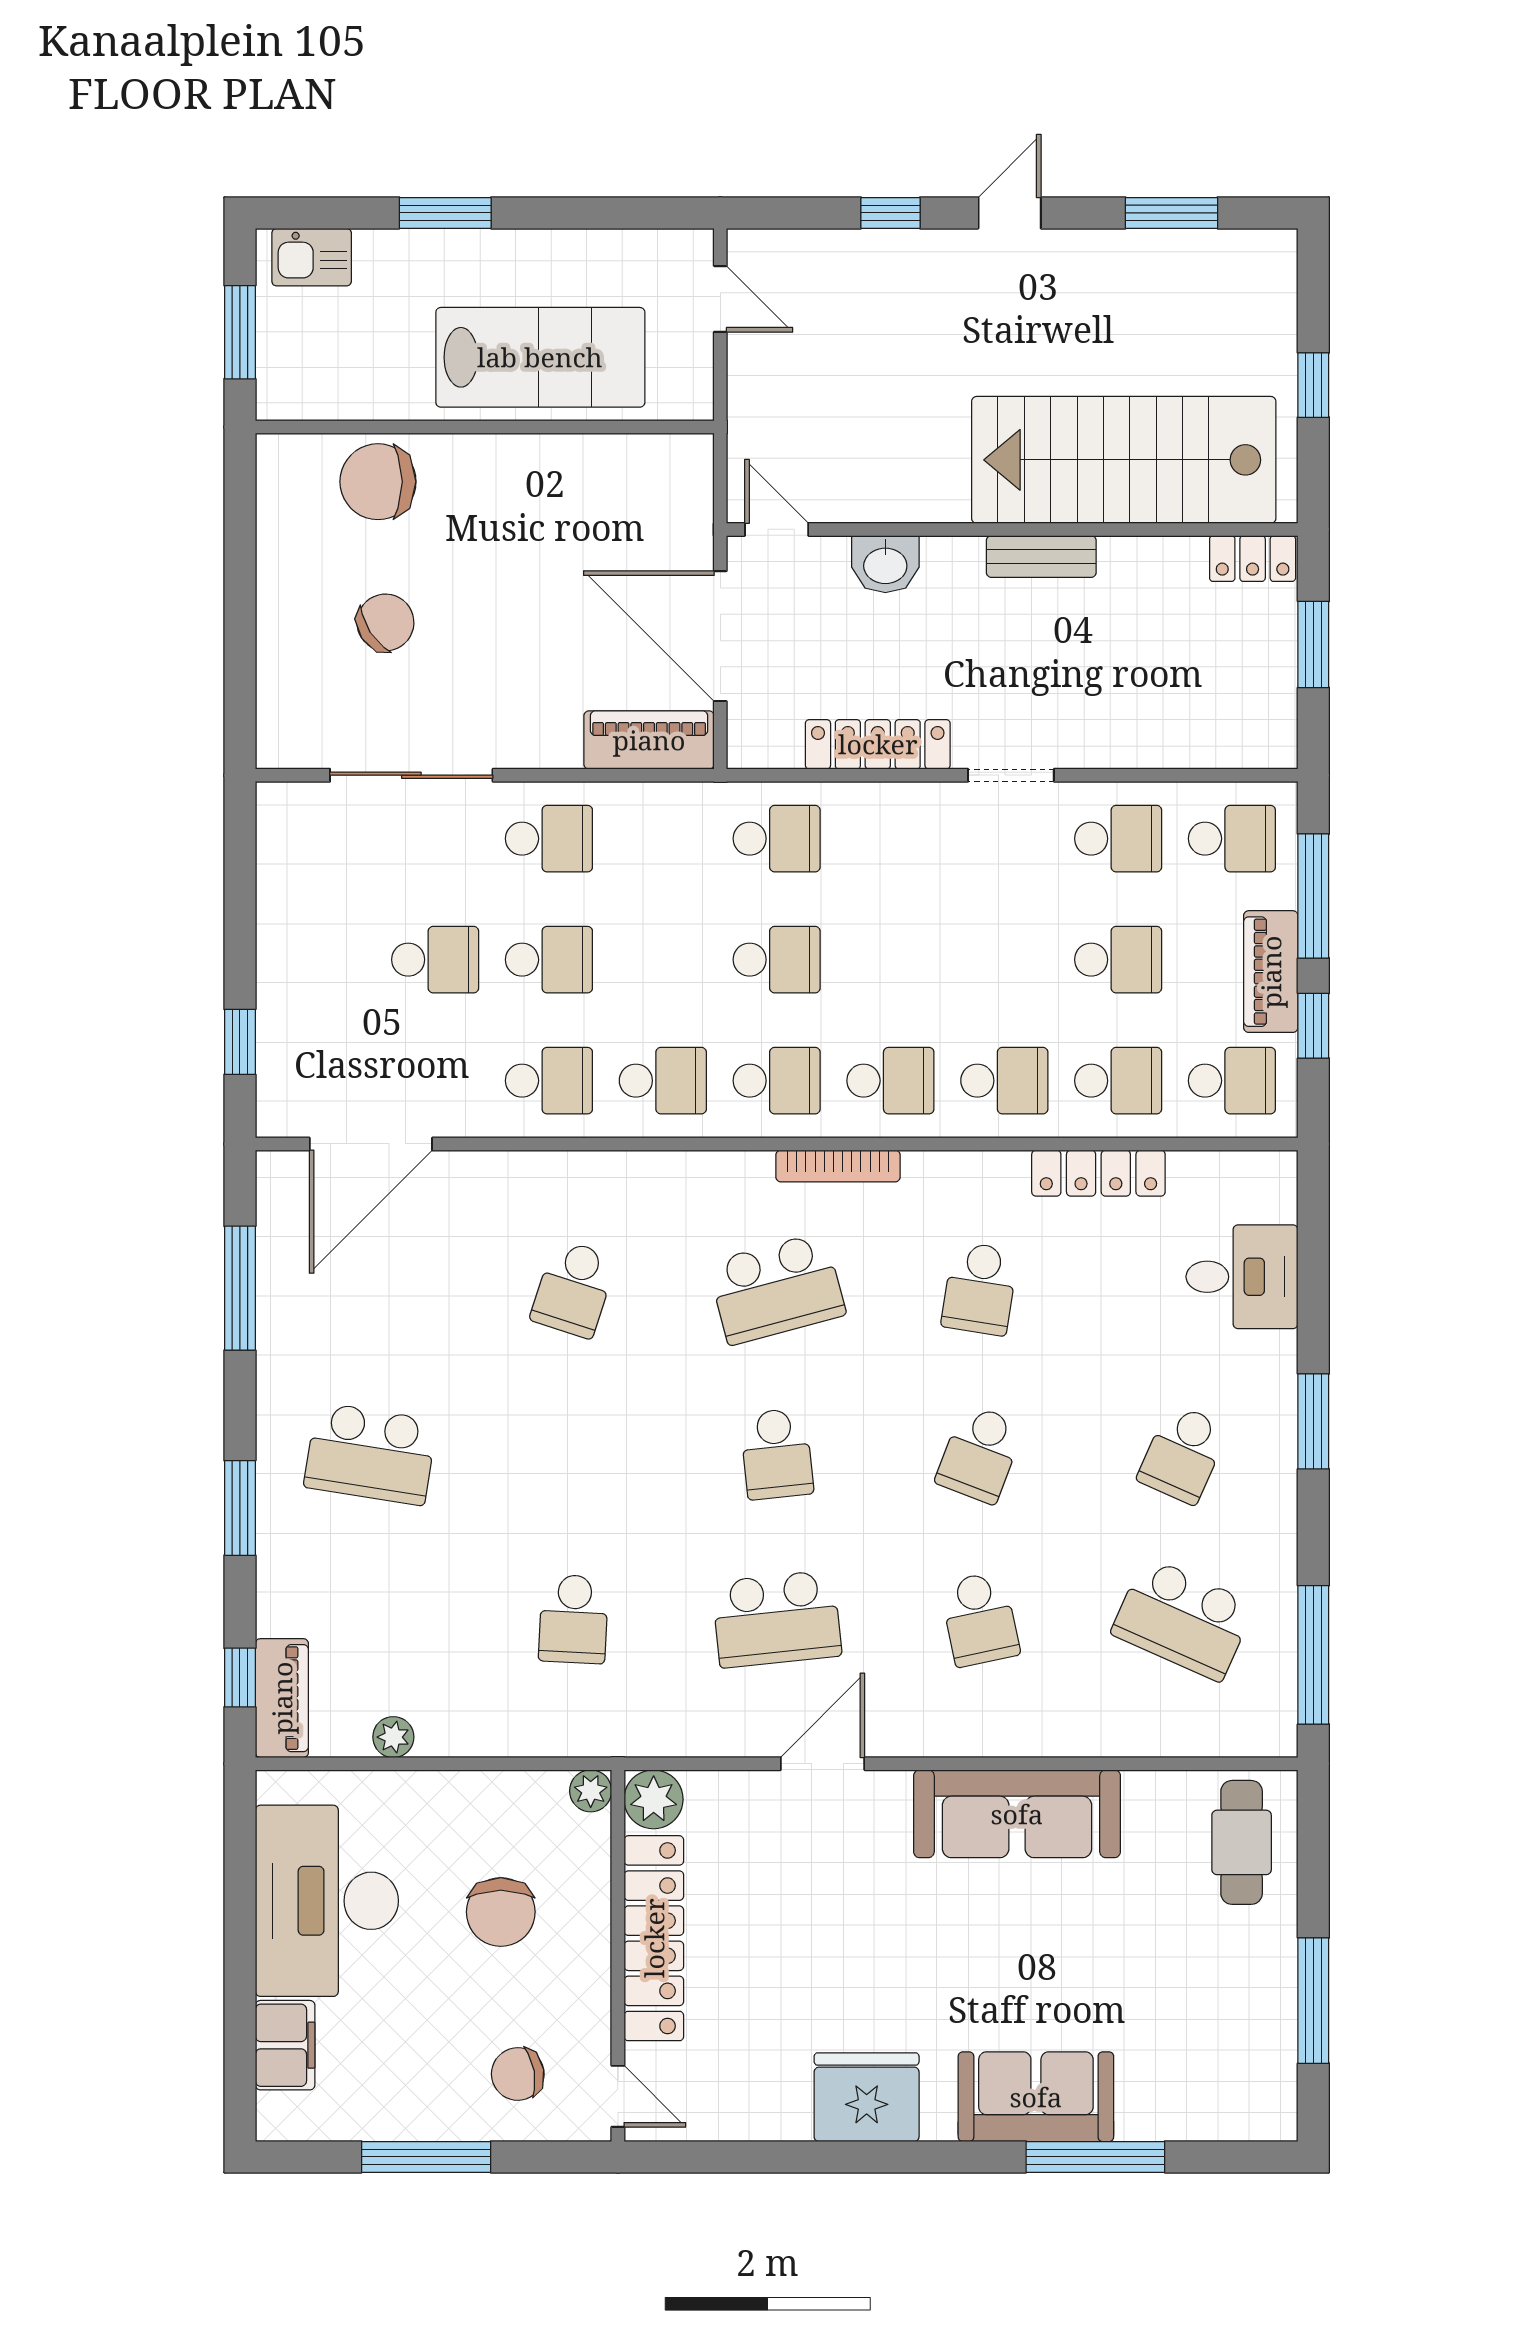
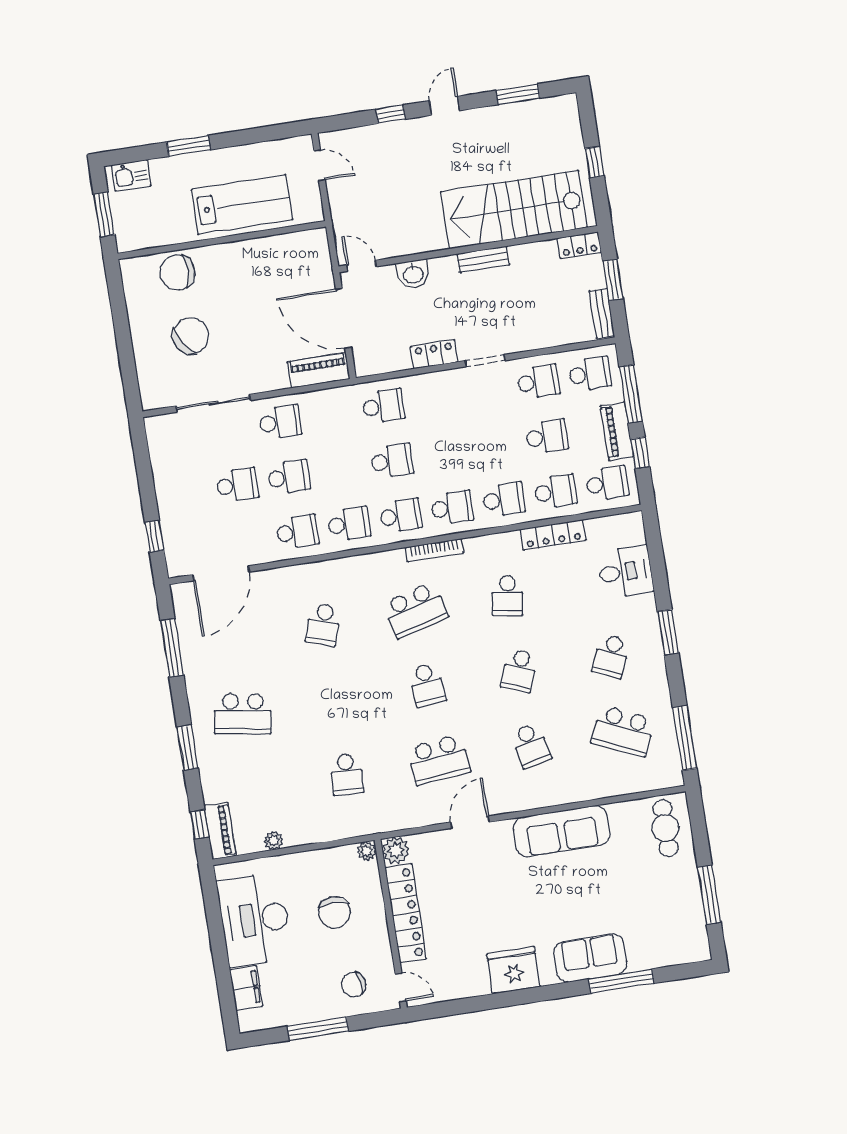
chair: (385, 623) -> (191, 336), width x1.37, depth x1.37
bench: (1278, 713) -> (602, 314), added
locker: (878, 744) -> (434, 354), width x0.66

